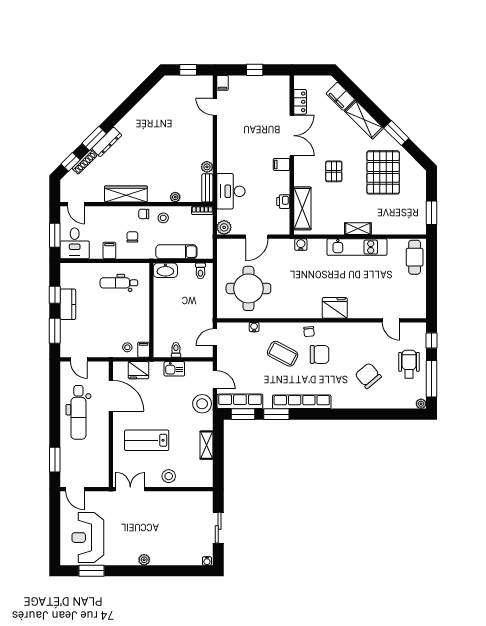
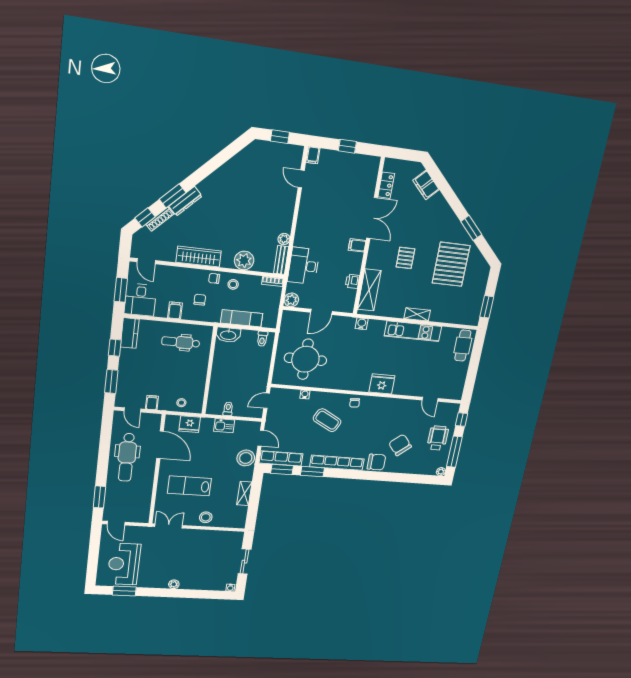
shelving: (364, 120) -> (444, 211), removed
plant: (175, 197) -> (244, 260), width x1.88, depth x1.88
kitchen counter: (68, 304) -> (130, 333), moved
filing cabinet: (144, 350) -> (152, 403), moved
chair: (320, 354) -> (376, 462), moved

